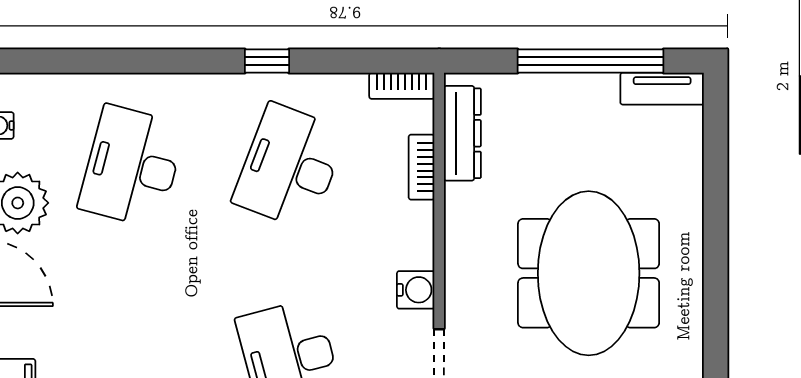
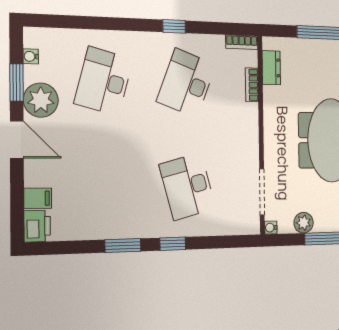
dresser: (462, 133) -> (271, 68), width x0.70
water cooler: (416, 290) -> (250, 149), removed

